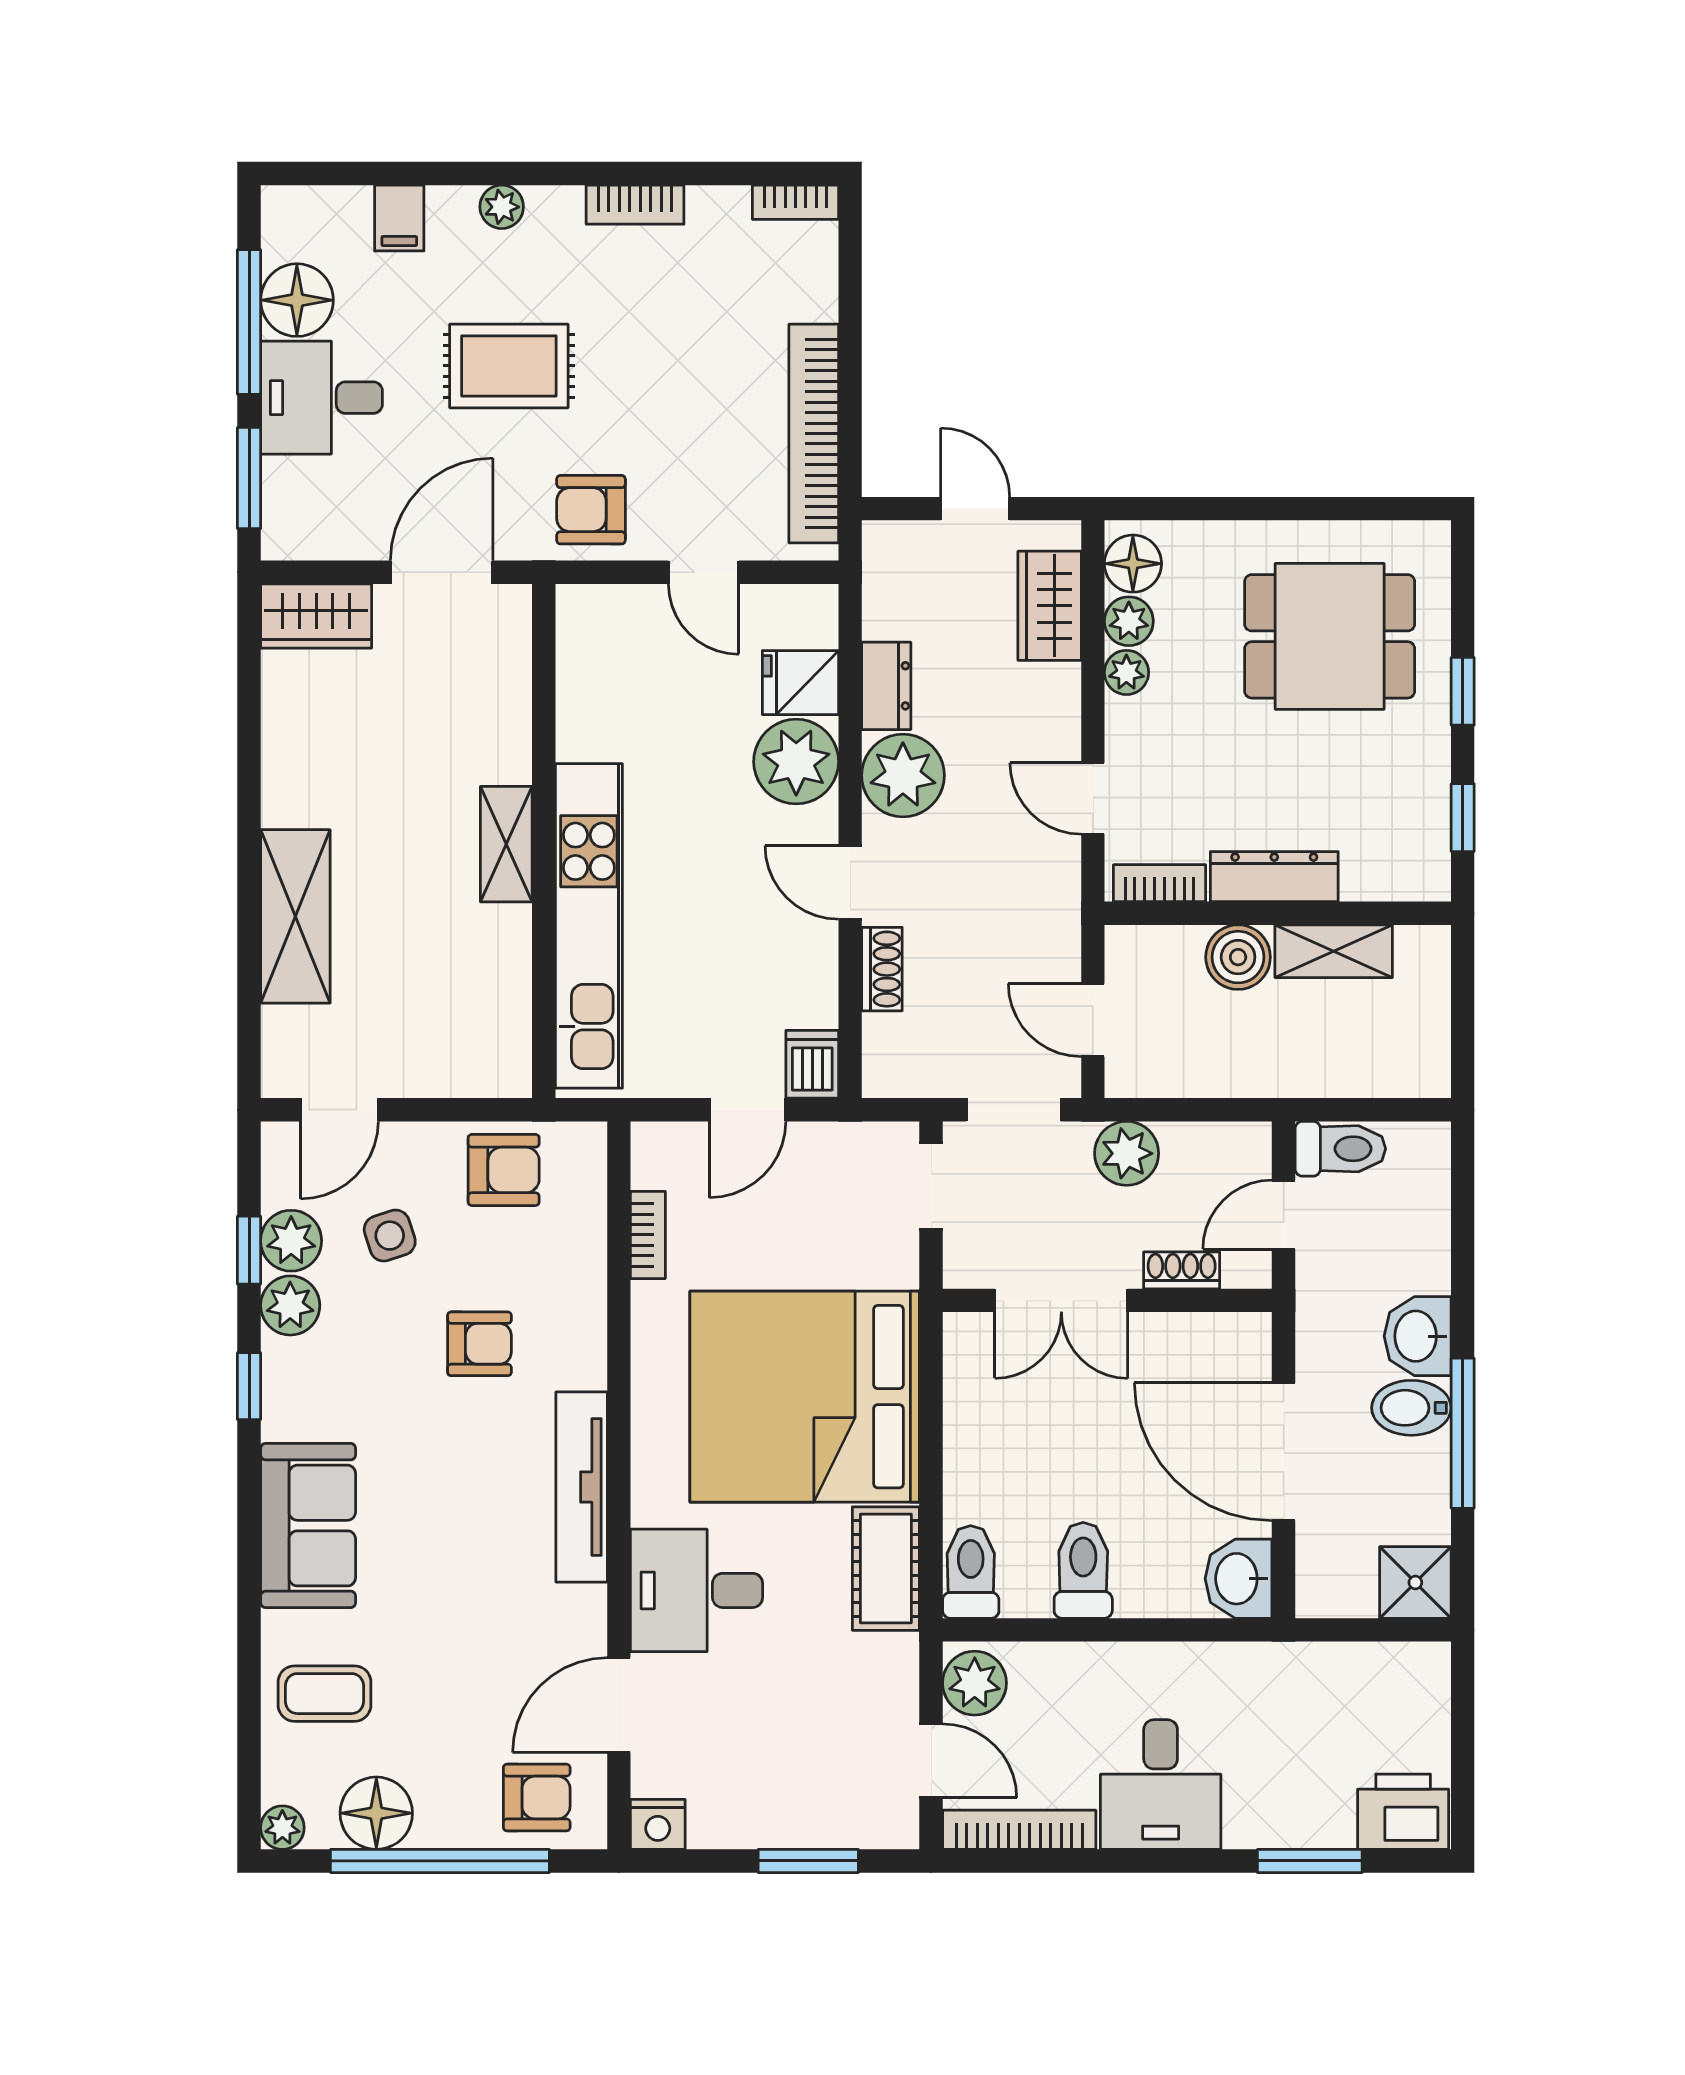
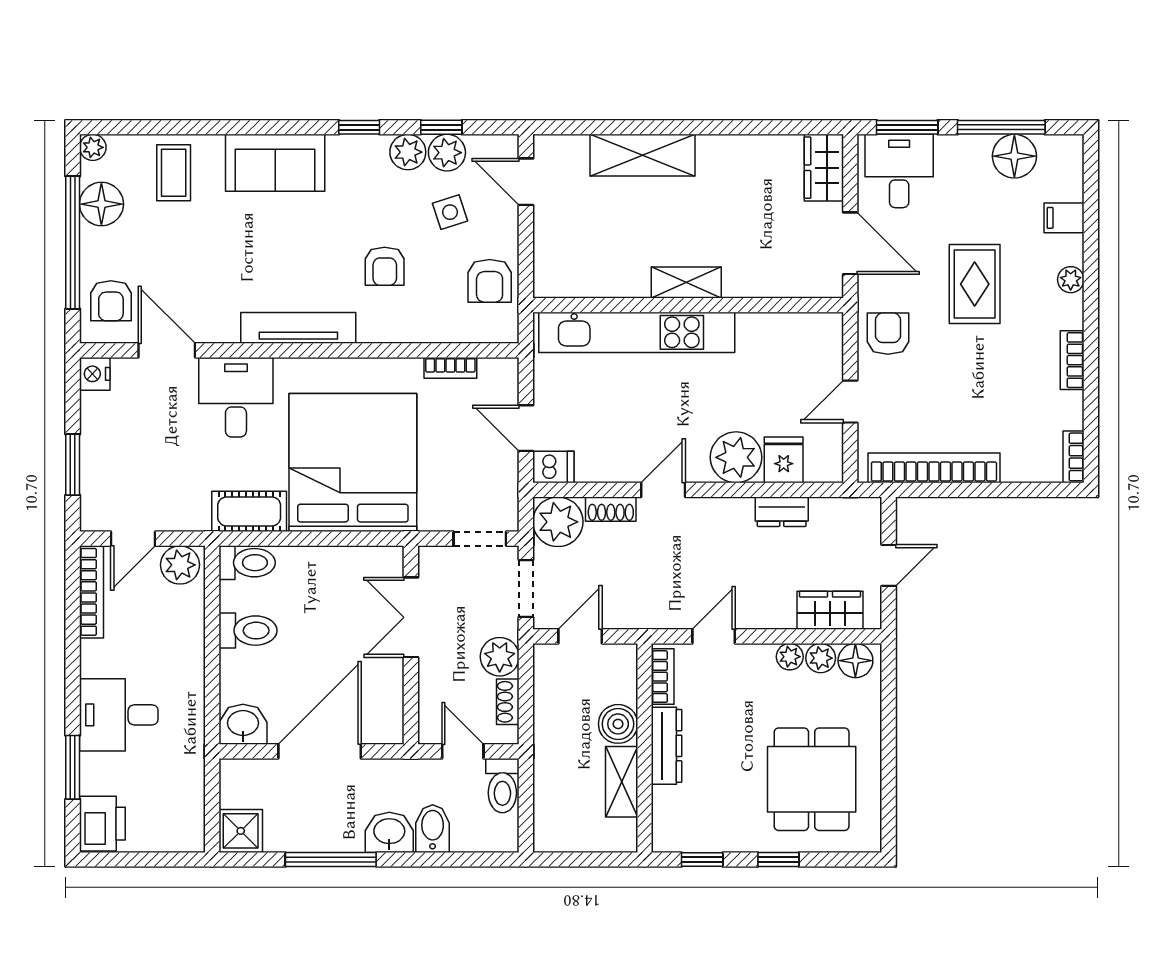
desk: (322, 398) -> (899, 171), moved
plant: (903, 775) -> (558, 522), moved
shoe rack: (1182, 1270) -> (508, 702), moved, turned 180
bidet: (1411, 1408) -> (433, 829), moved
desk: (1161, 1785) -> (119, 715), moved

